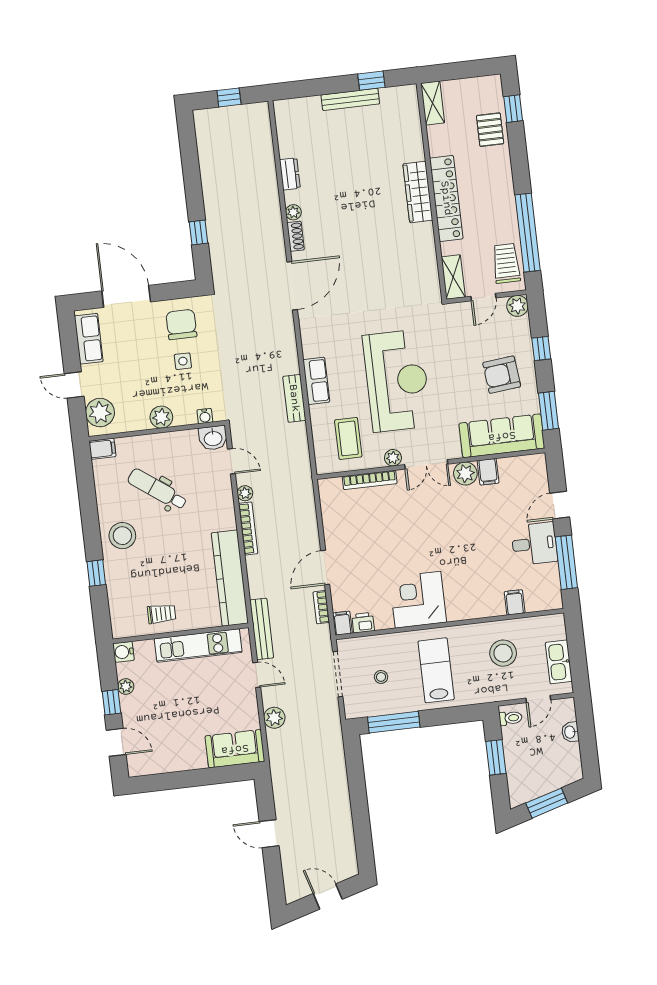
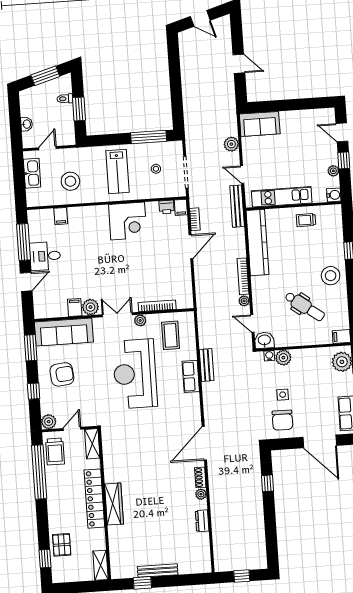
plant: (161, 417) -> (283, 358), moved
toilet: (511, 718) -> (65, 99), moved

